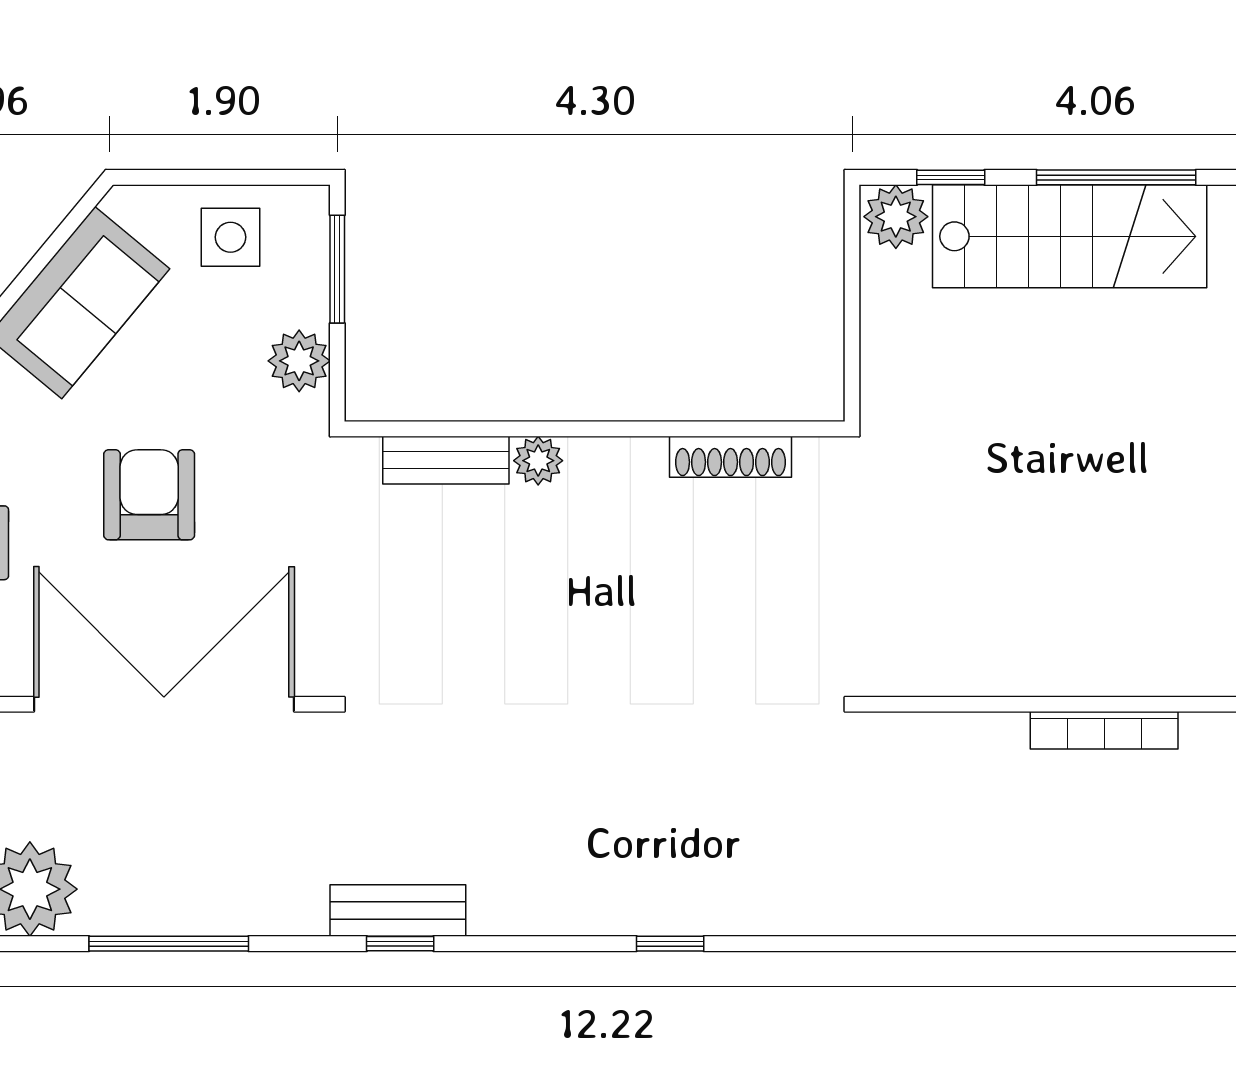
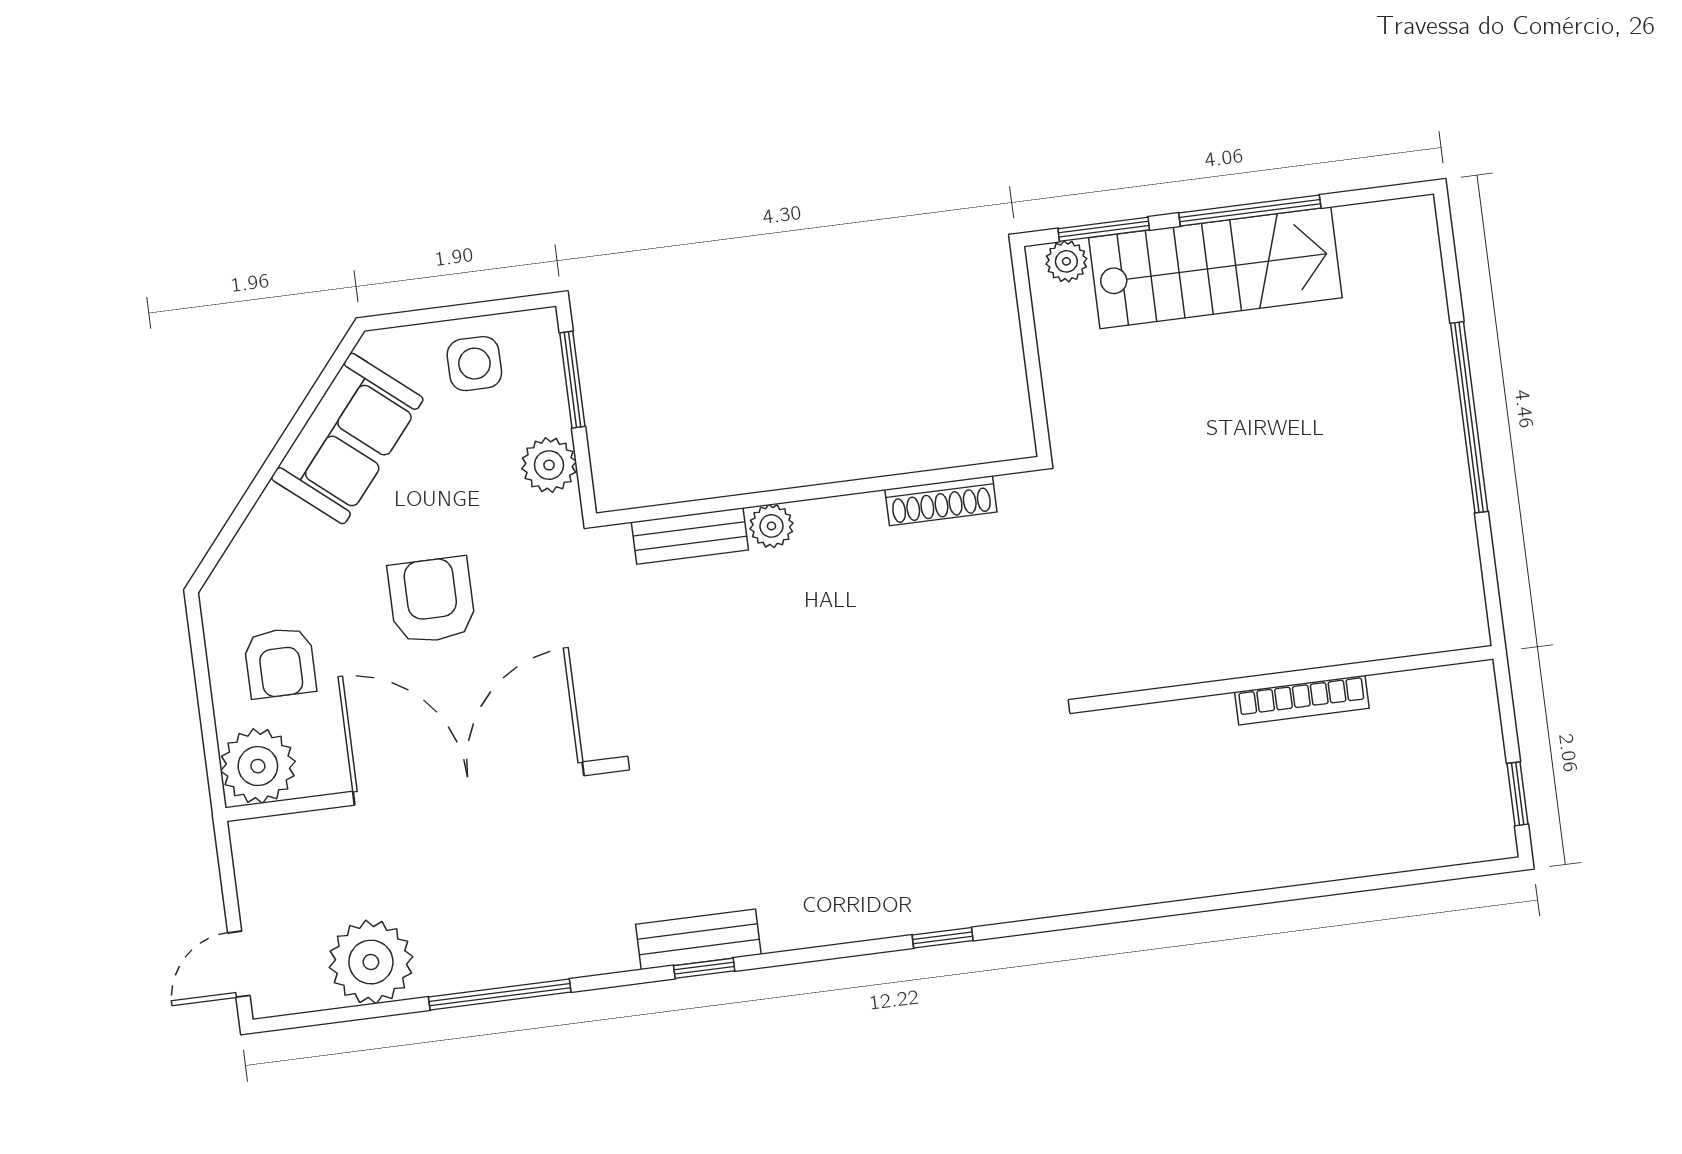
window: (951, 177) -> (1104, 229), width x1.50
plant: (896, 217) -> (1066, 261), width x0.73, depth x0.73

